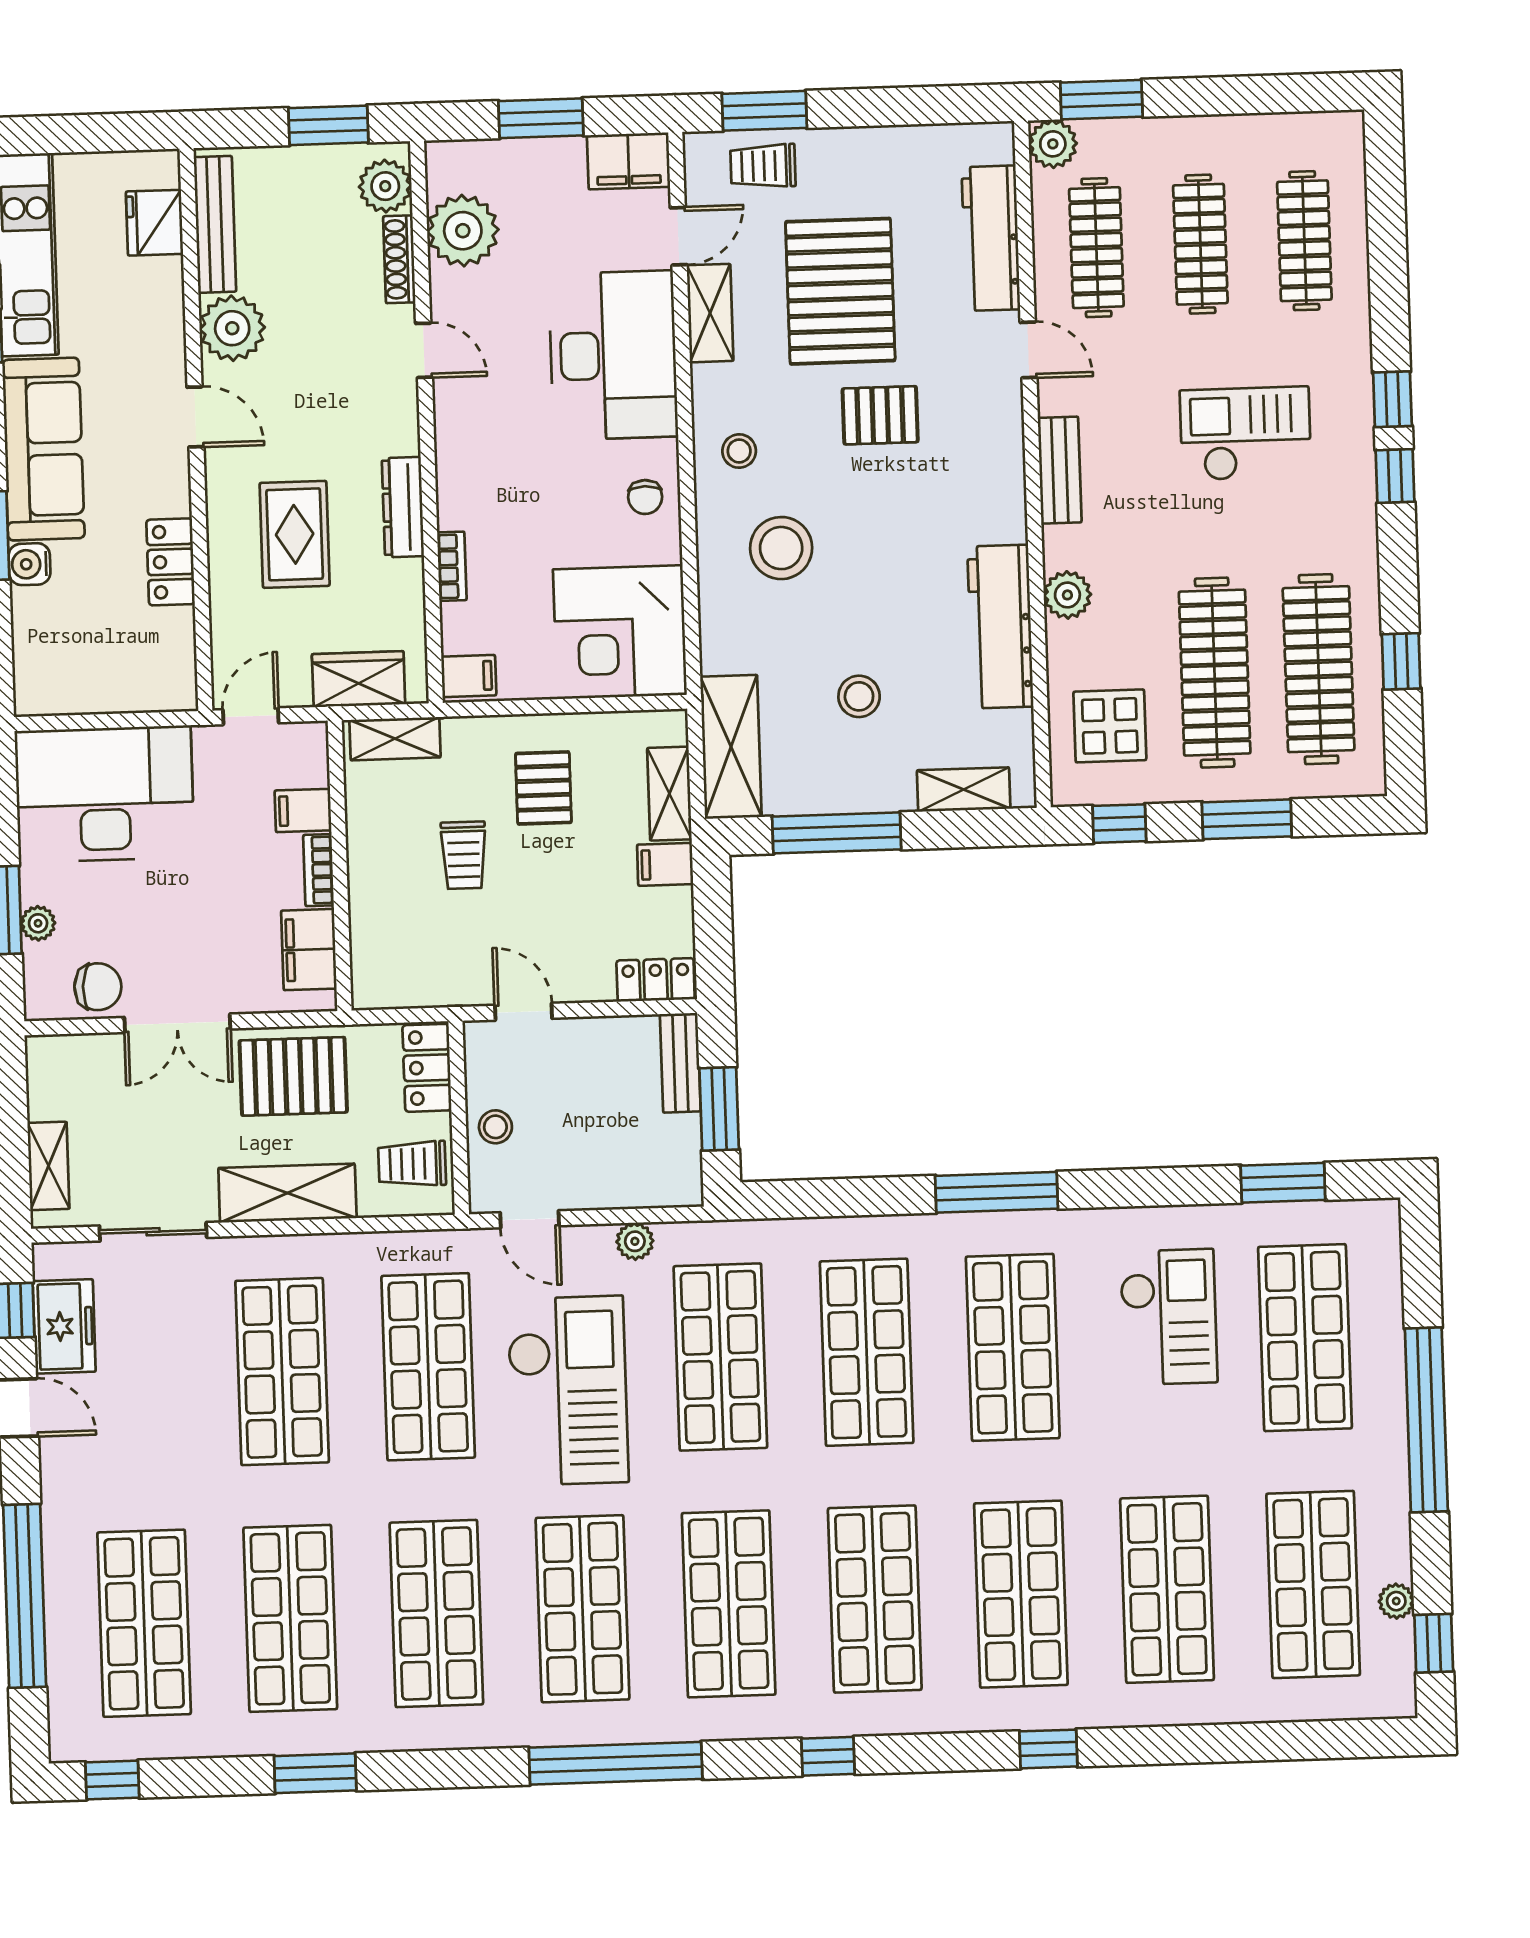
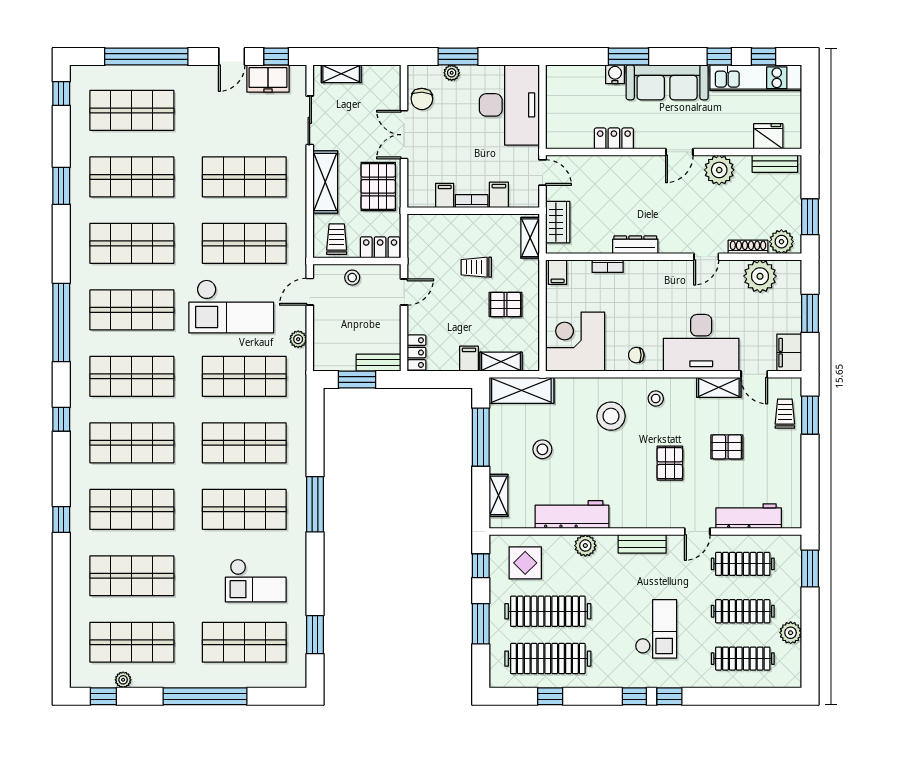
plant: (1053, 144) -> (791, 633), moved
bench: (215, 224) -> (775, 164), width x0.73
pallet: (840, 291) -> (727, 447), width x0.49, depth x0.50
rug: (295, 534) -> (625, 195), removed
filing cabinet: (309, 950) -> (445, 195), width x0.50

